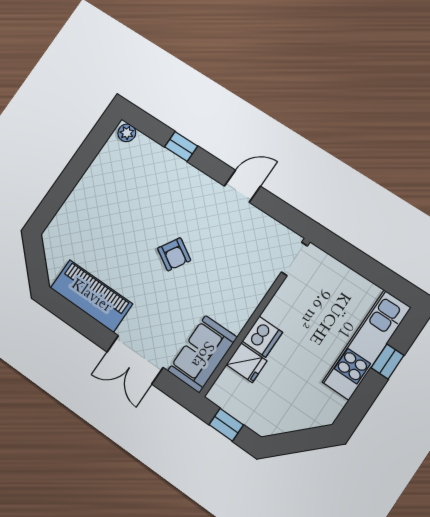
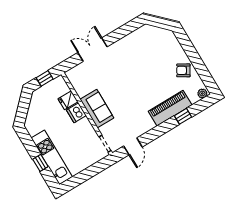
door: (242, 186) -> (133, 146), moved
armchair: (174, 254) -> (183, 70), moved
piano: (91, 296) -> (170, 108), moved, turned 180
sofa: (202, 354) -> (97, 109), moved

